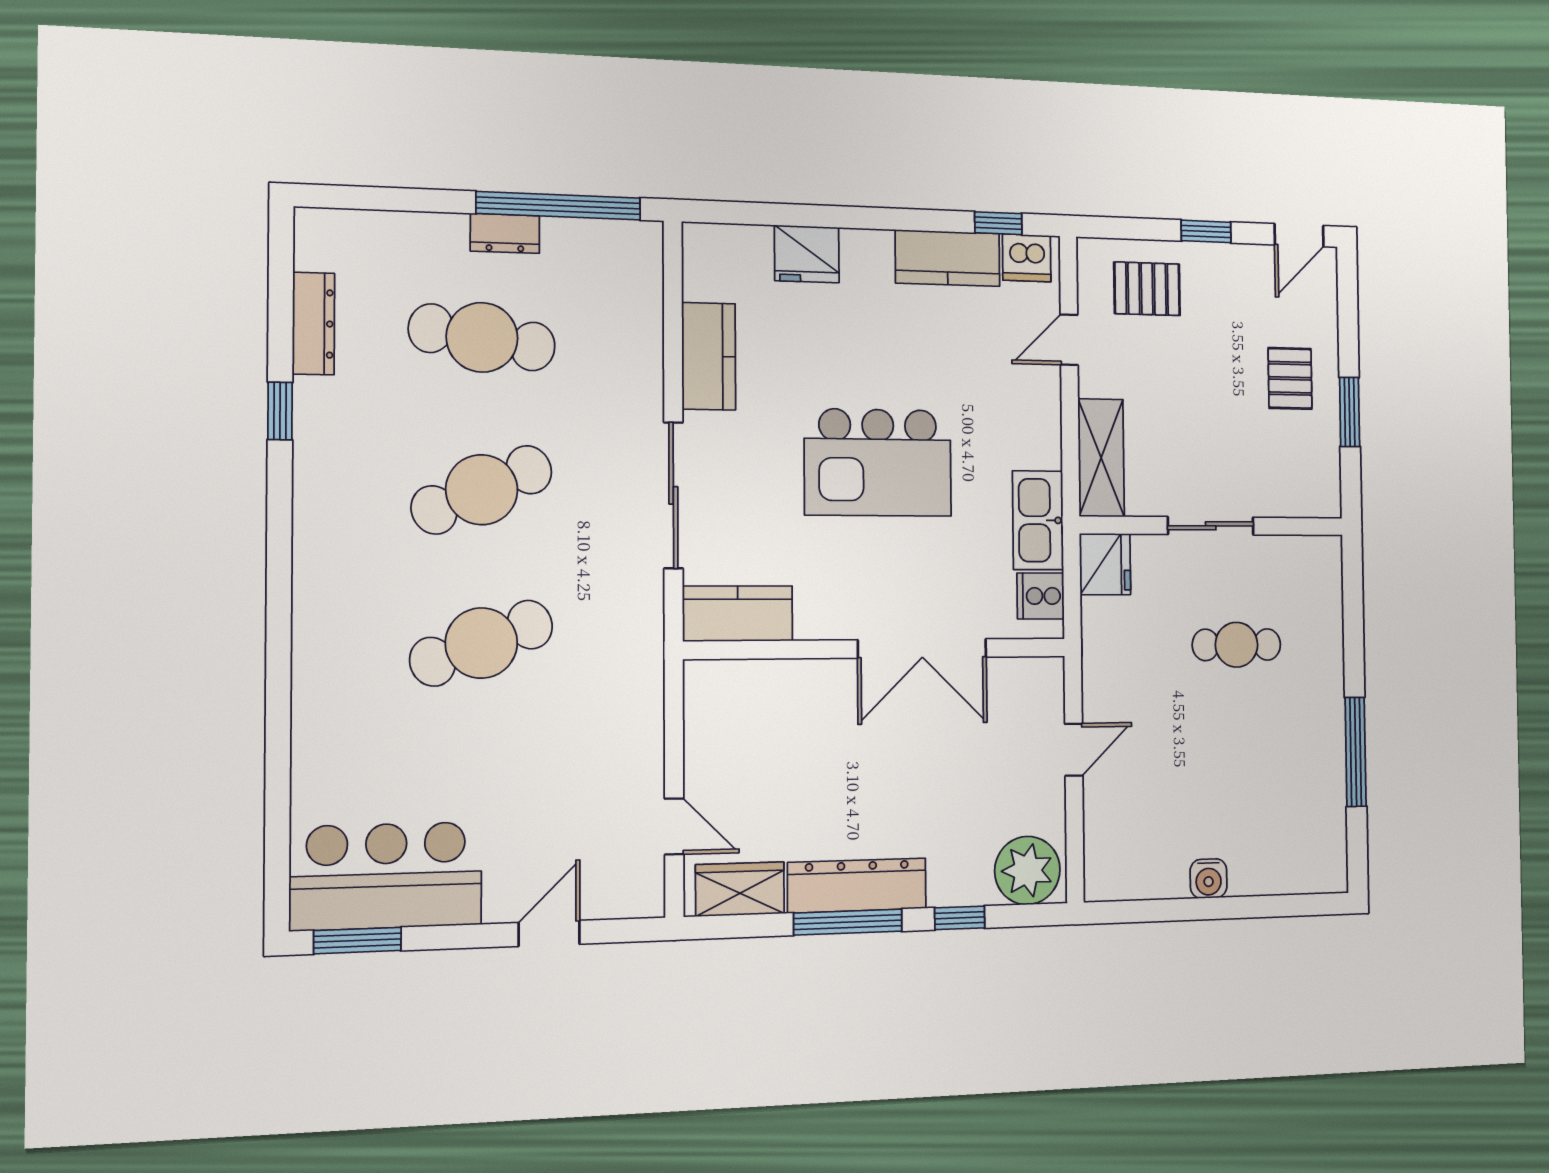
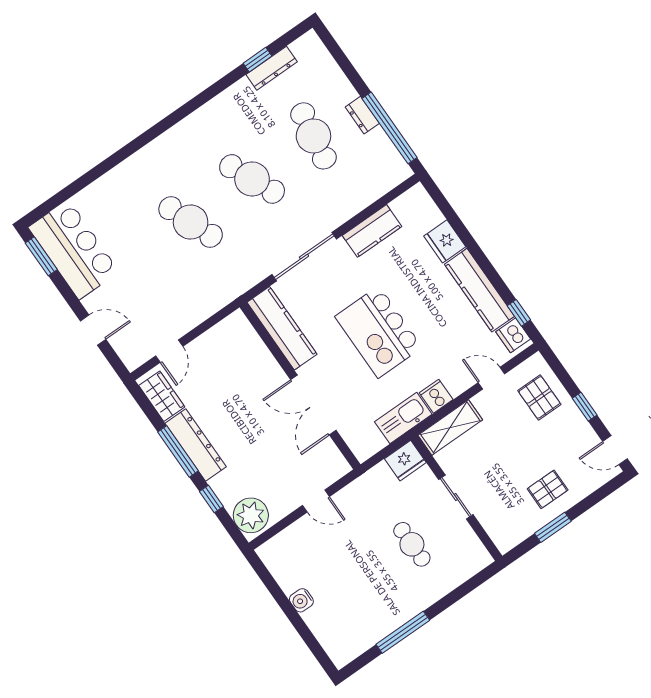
kitchen counter: (948, 258) -> (479, 290), width x1.50
window: (280, 411) -> (257, 60), moved
cooker: (1041, 596) -> (436, 396), moved
kitchen counter: (738, 614) -> (282, 328), width x1.50

